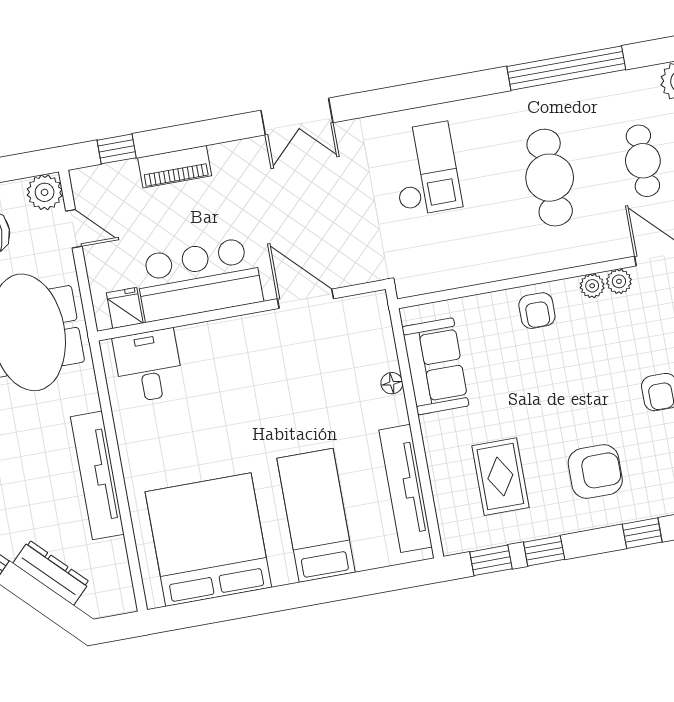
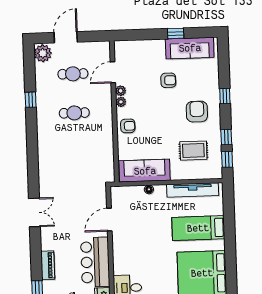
window: (566, 68) -> (31, 100), width x0.32
checkout: (425, 169) -> (63, 163), removed
cafe table: (550, 178) -> (74, 113), width x0.73, depth x0.74
sofa: (436, 366) -> (145, 171), width x1.36

